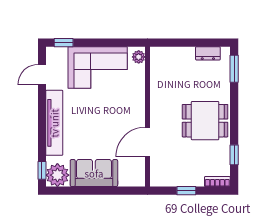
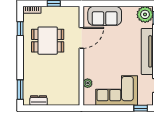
plant: (139, 57) -> (88, 83), moved
dining table: (205, 121) -> (48, 41), moved
sofa: (94, 173) -> (105, 16), moved

